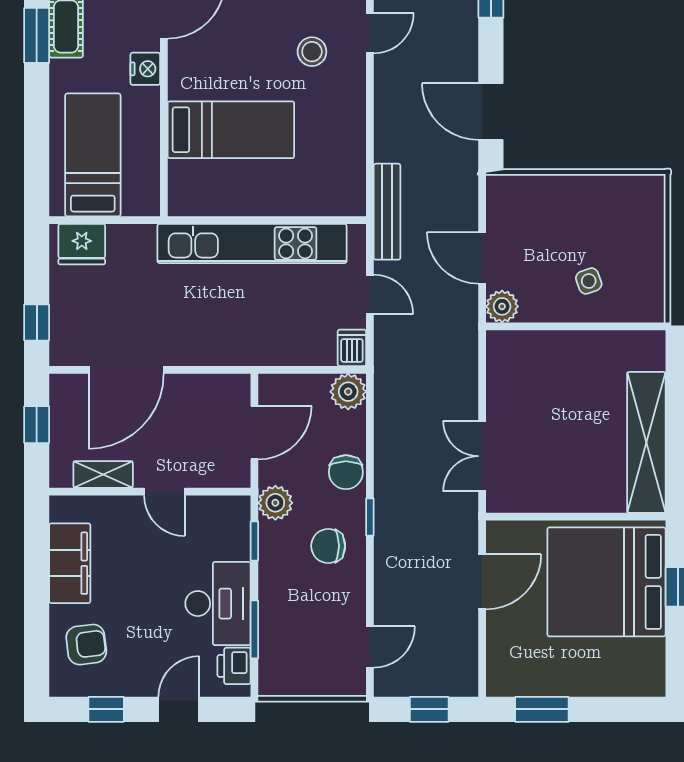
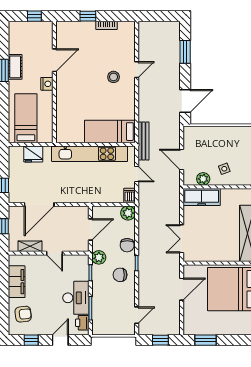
door: (491, 112) -> (185, 101), swing flipped
bed: (231, 130) -> (110, 132), moved, turned 180
fridge: (82, 244) -> (33, 154), moved
plant: (502, 306) -> (203, 179), moved
freezer: (532, 352) -> (202, 197), added

